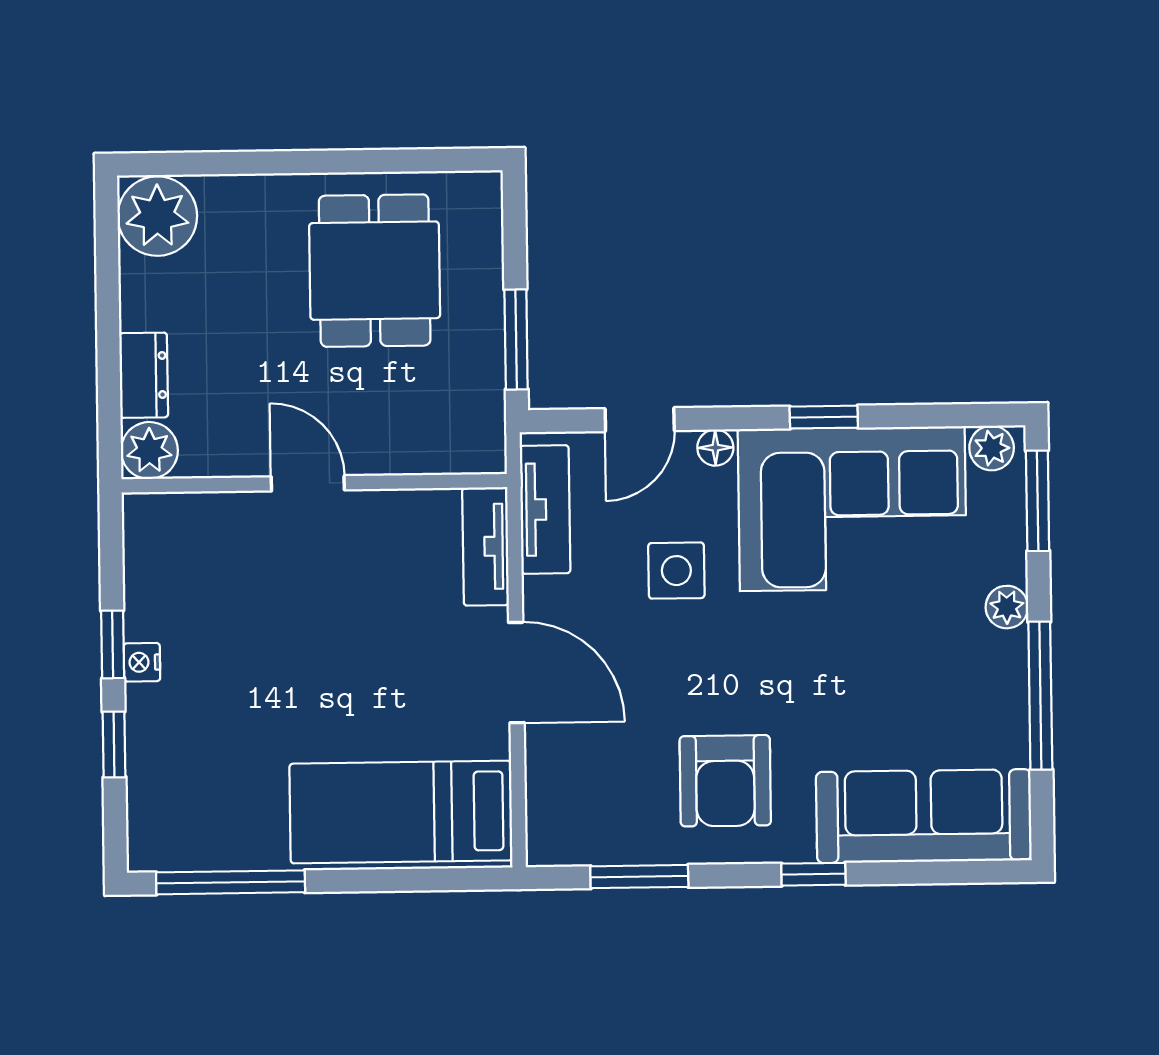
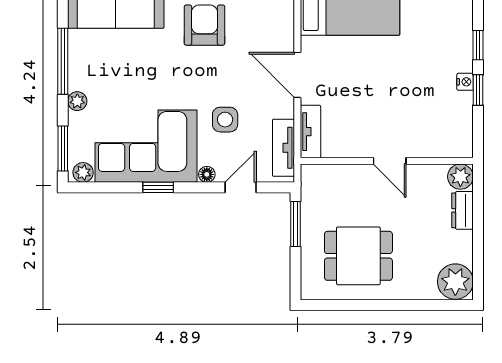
dining table: (375, 271) -> (358, 256), turned 90

